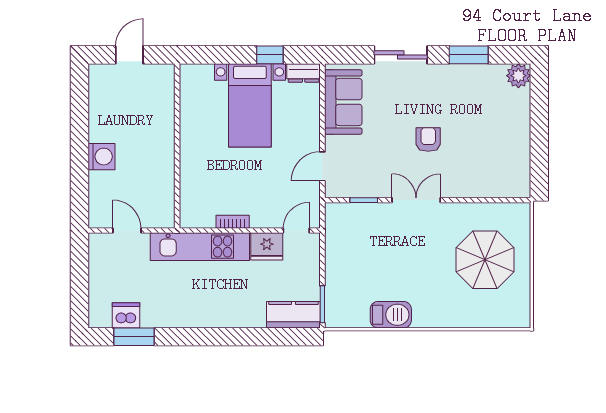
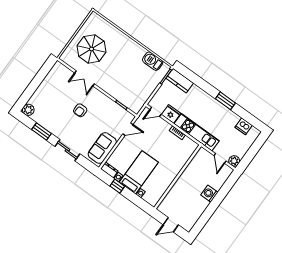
double door: (416, 200) -> (85, 78), moved
plant: (99, 244) -> (234, 161), added
barbecue: (391, 315) -> (153, 61), moved
window: (134, 337) -> (225, 101), moved

